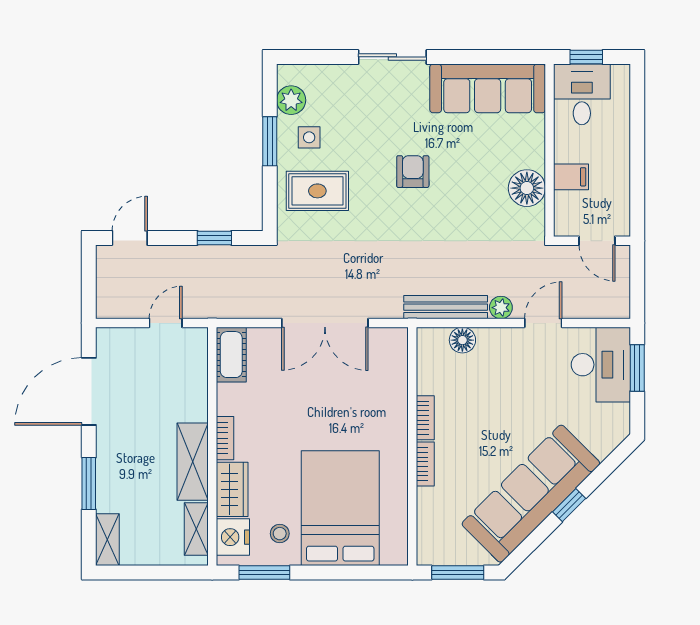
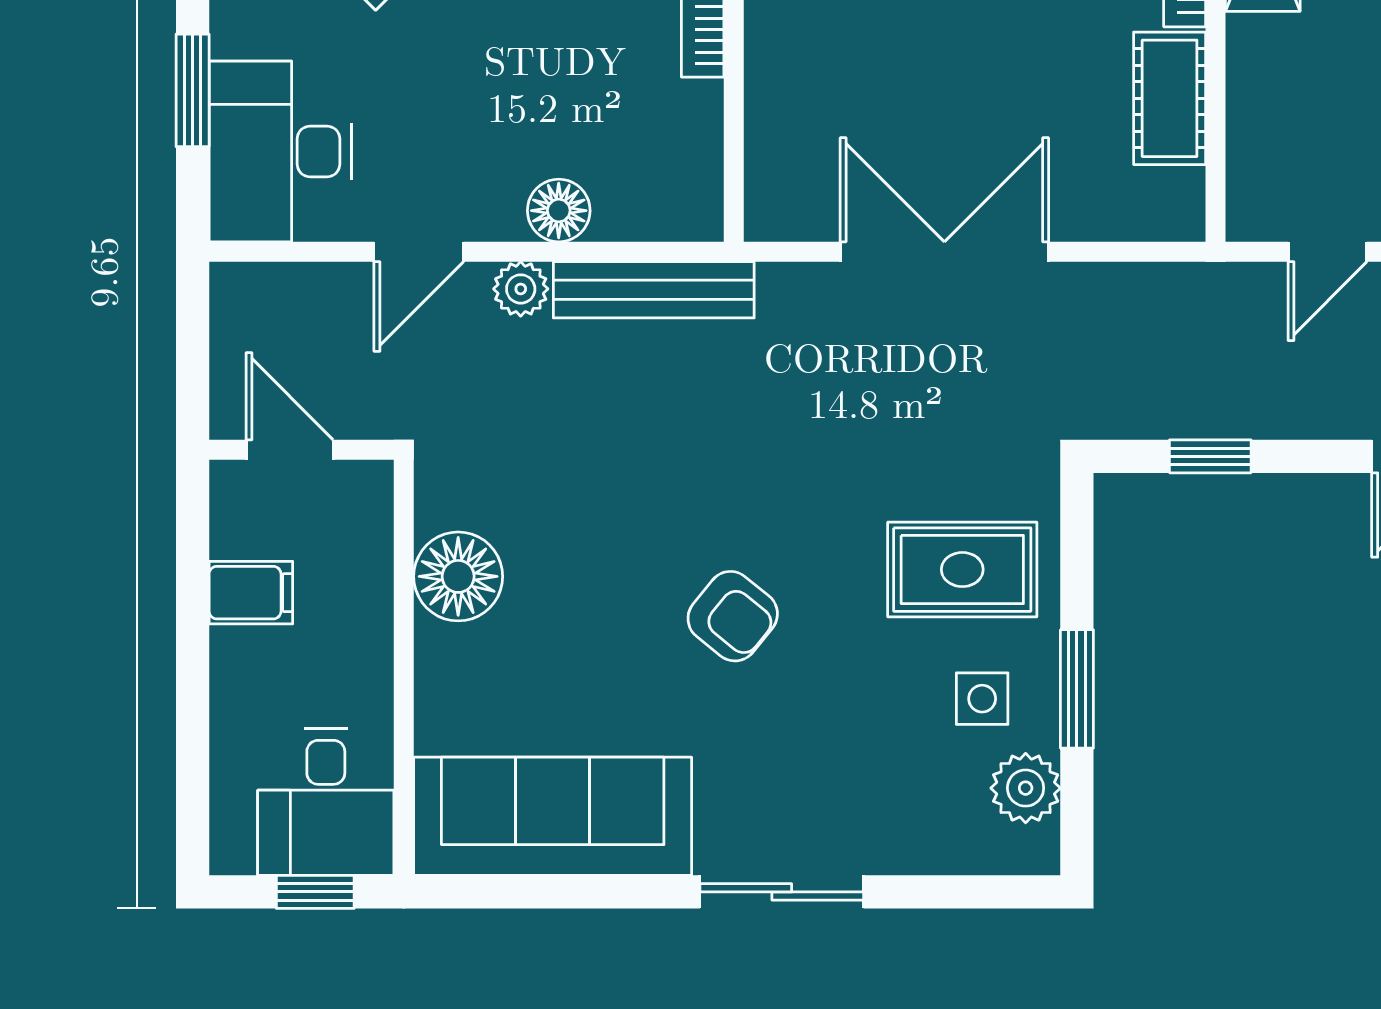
armchair: (413, 172) -> (733, 616), turned -51
filing cabinet: (571, 177) -> (251, 593), moved, turned 180
floor lamp: (462, 340) -> (559, 211), moved
cot: (231, 355) -> (1170, 98), moved
window: (637, 368) -> (193, 90), moved

